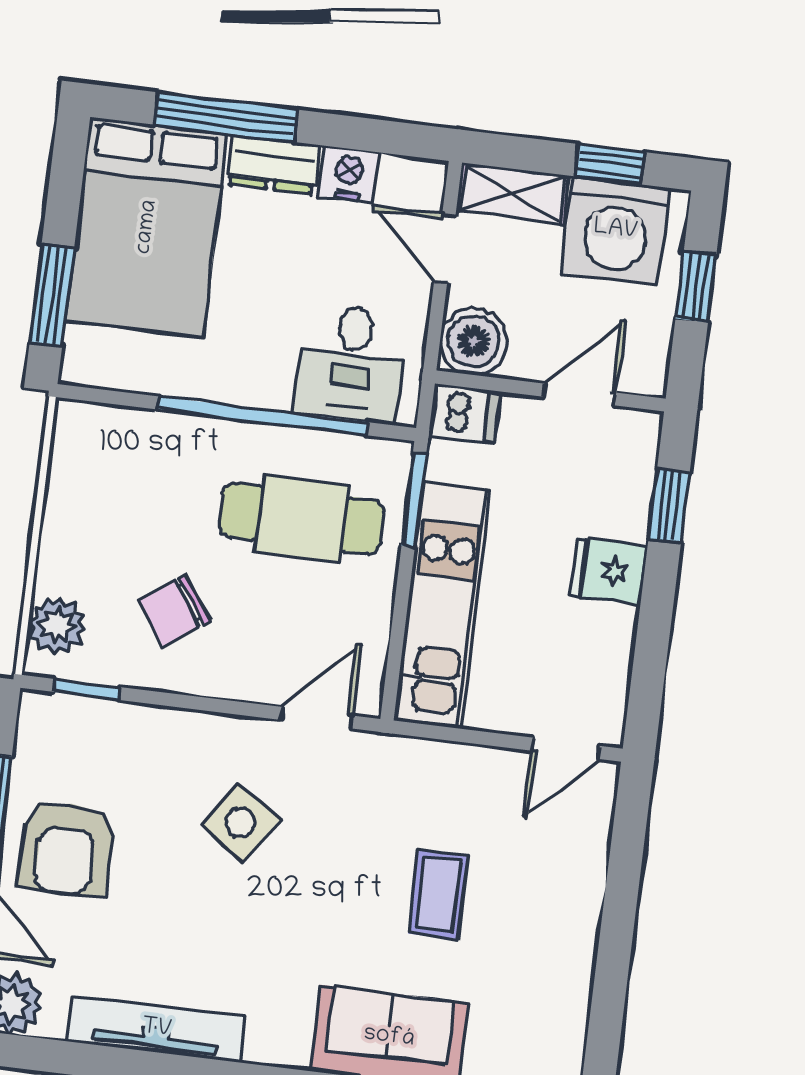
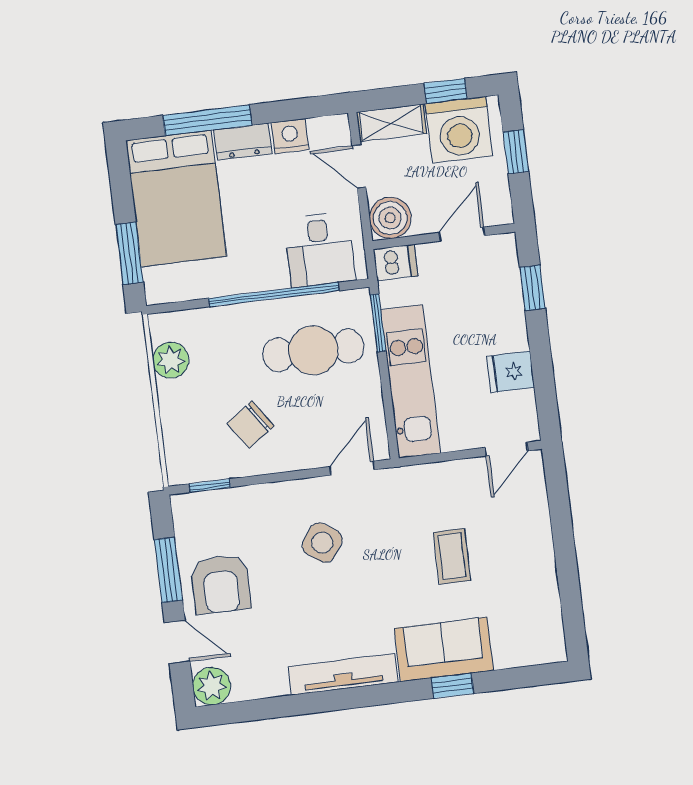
fridge: (609, 571) -> (511, 372), moved
plant: (57, 626) -> (171, 360), moved
tv unit: (157, 1029) -> (343, 674), moved

